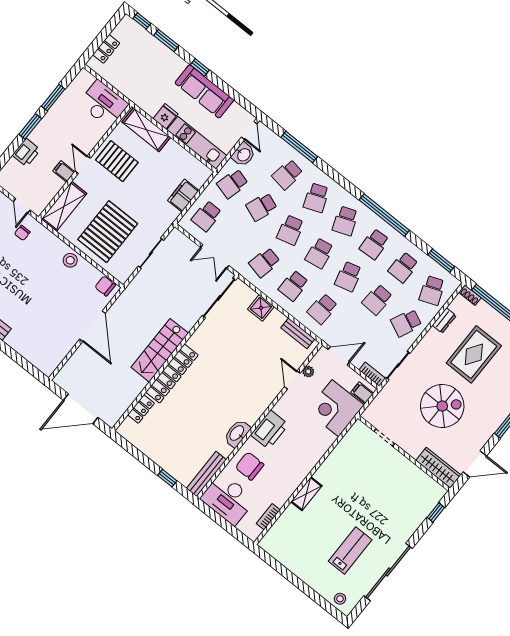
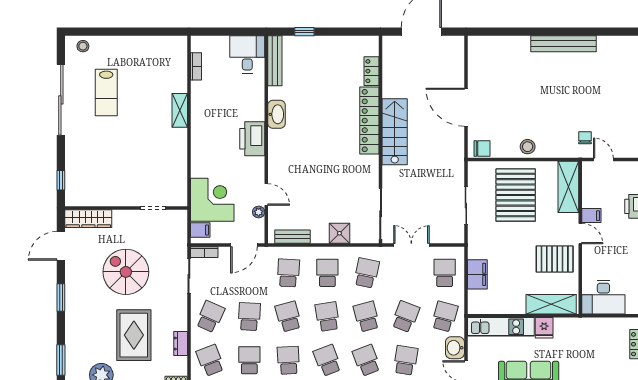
spiral stairs: (442, 406) -> (126, 272), turned 90
chair: (250, 466) -> (245, 96), removed
desk: (228, 499) -> (247, 54), width x0.73

